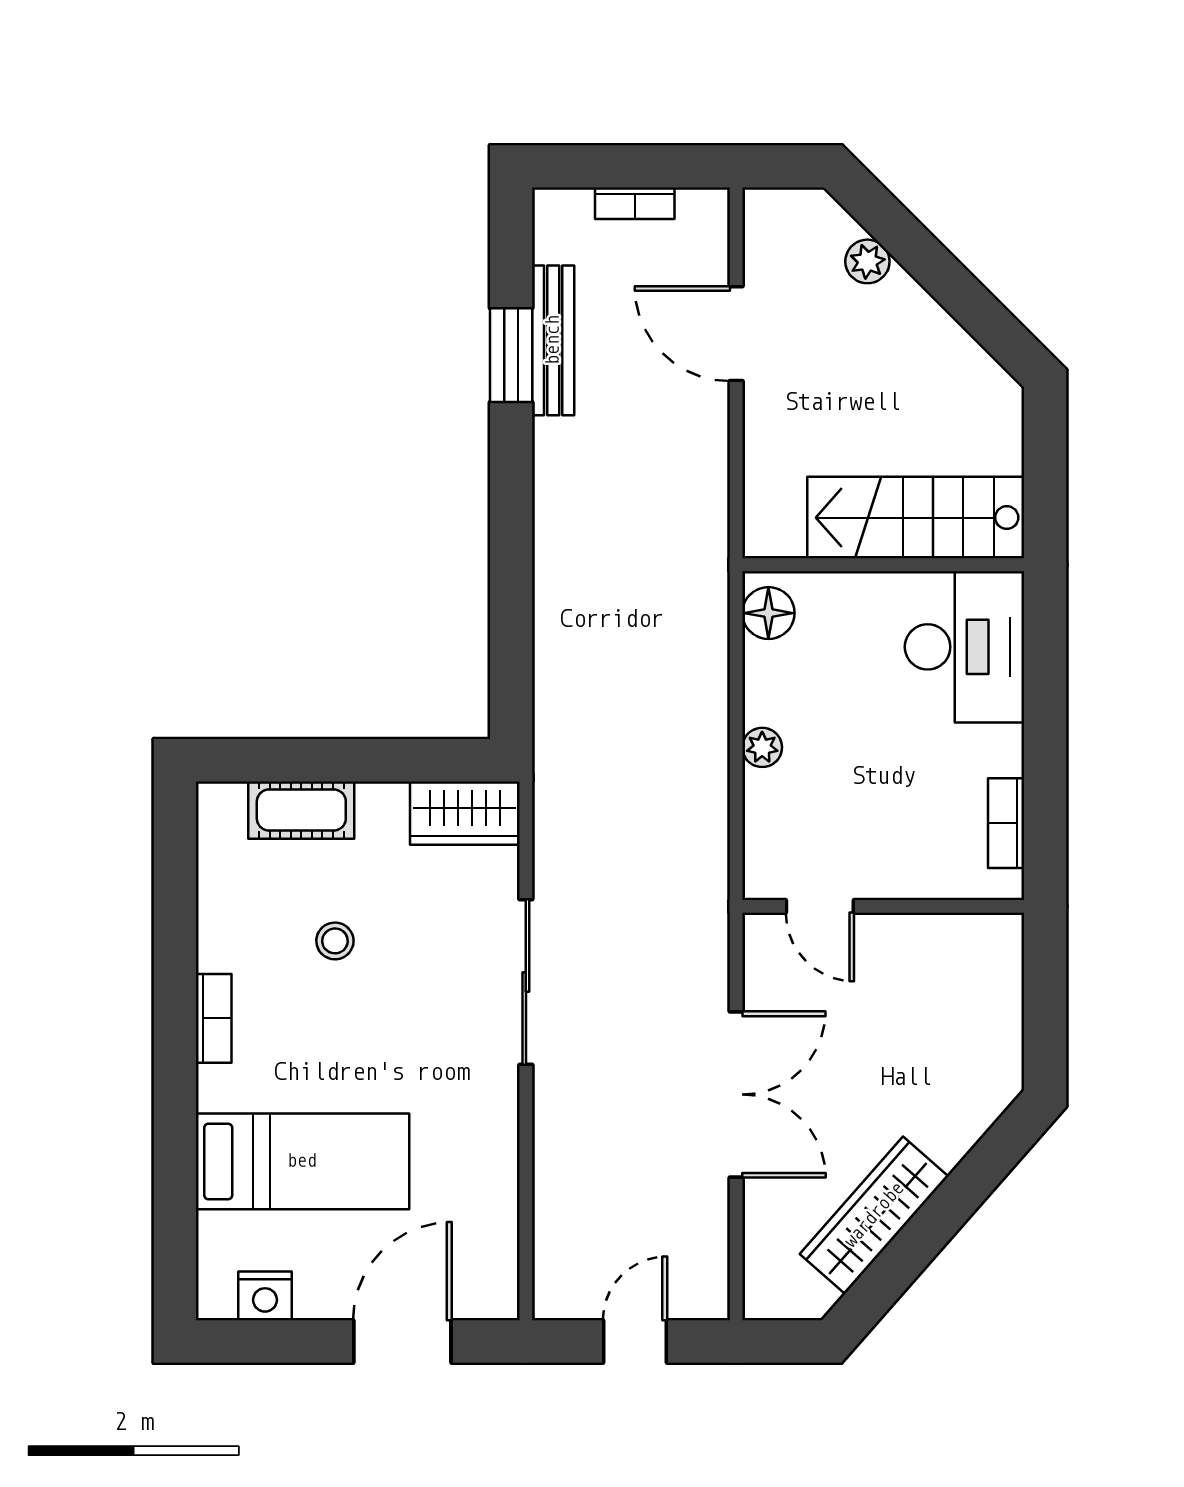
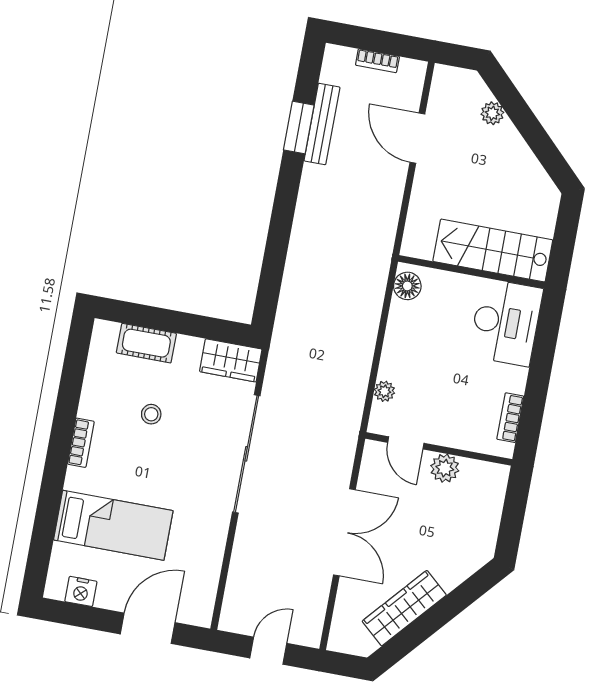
plant: (762, 747) -> (384, 391), moved
plant: (901, 940) -> (445, 468), added
sliding door: (526, 982) -> (246, 454), width x1.36

